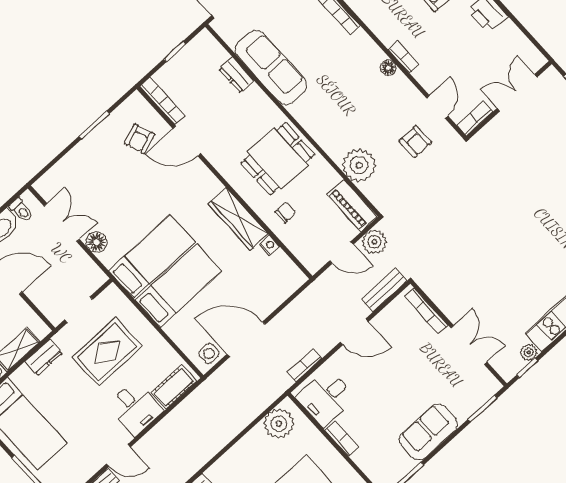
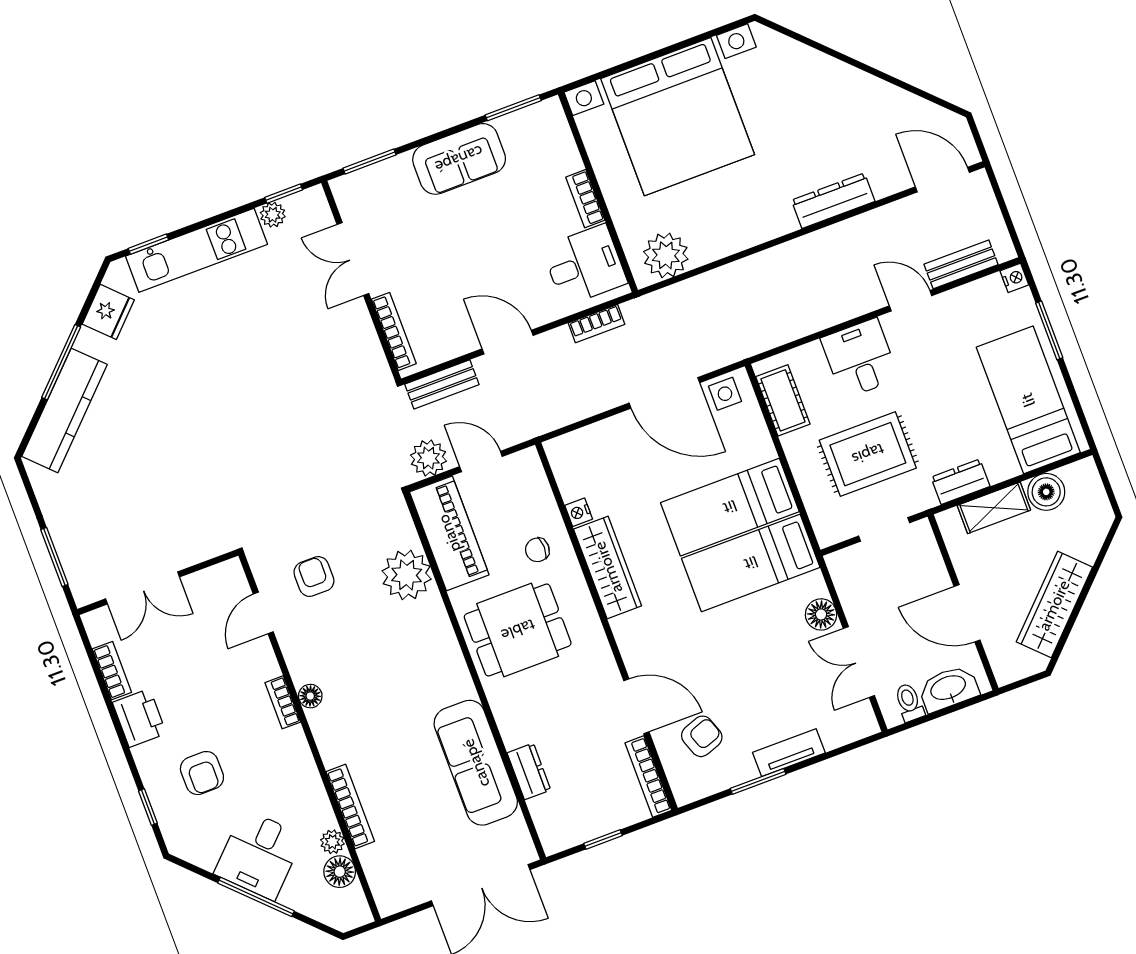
bookcase: (475, 119) -> (112, 671), moved, turned -90
tv unit: (82, 150) -> (789, 753), added
piano: (352, 205) -> (449, 533), width x1.37, depth x1.33
cot: (174, 387) -> (783, 400), moved, turned 90

